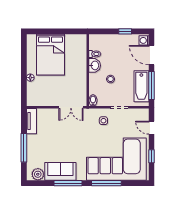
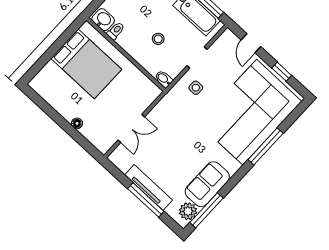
bed: (50, 55) -> (86, 64), moved
washbasin: (95, 65) -> (103, 20), moved
double door: (71, 107) -> (131, 128), moved
tv unit: (31, 121) -> (149, 187), moved, width x1.41
door: (151, 128) -> (251, 43), hinge flipped
window: (68, 183) -> (206, 210), moved

